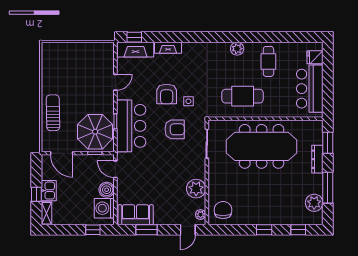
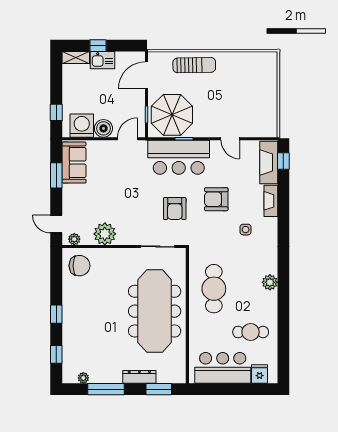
cafe table: (268, 61) -> (251, 332), moved
side table: (188, 101) -> (246, 230), moved
plant: (314, 203) -> (83, 378), width x0.53, depth x0.53

